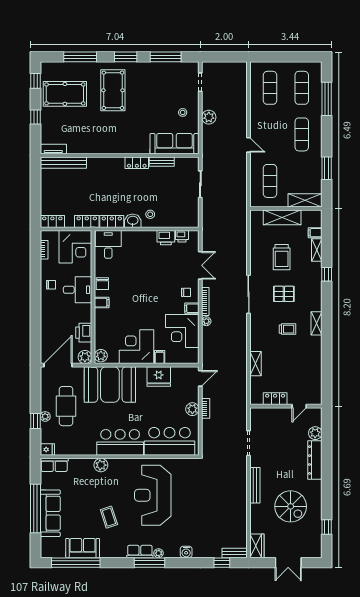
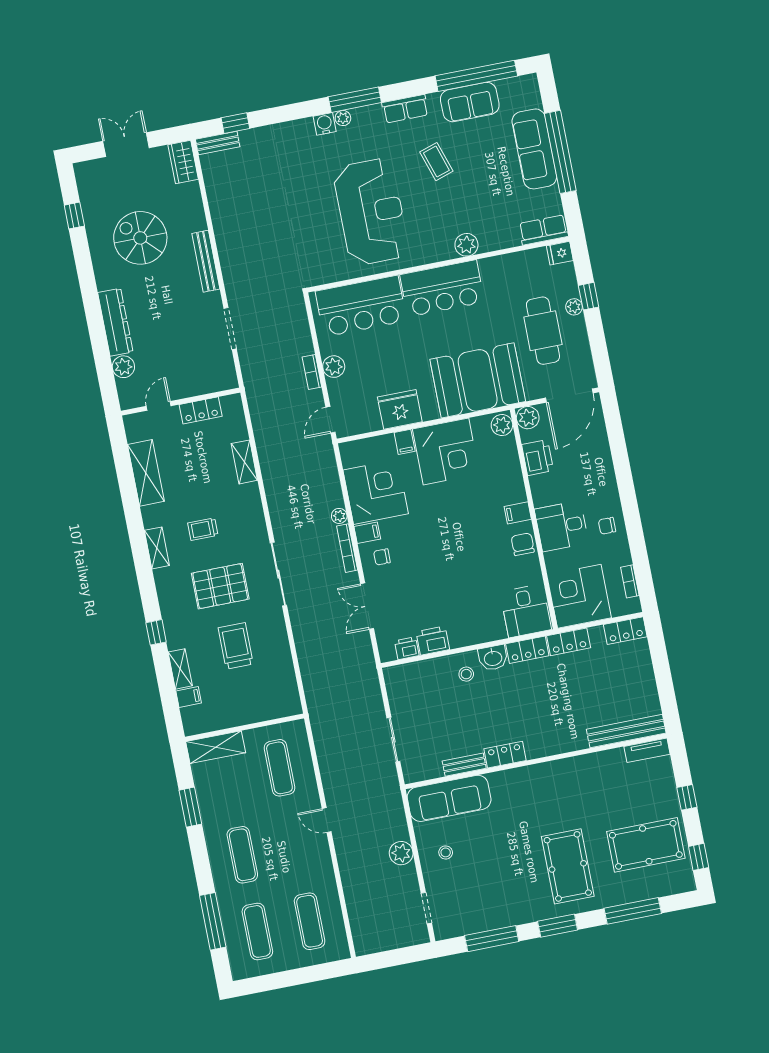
shelving: (282, 217) -> (146, 473), moved, turned 90
pallet: (284, 294) -> (220, 586), width x1.50, depth x1.42
row of seats: (140, 552) -> (405, 109), moved
water cooler: (186, 552) -> (325, 124), moved

